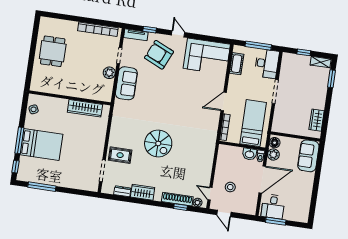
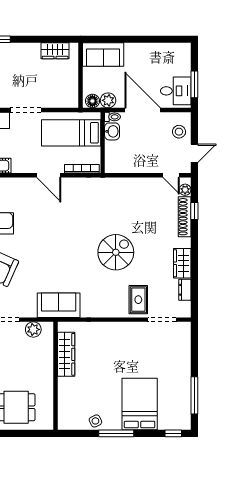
sofa: (126, 83) -> (59, 305), moved
wall: (70, 98) -> (55, 376), moved
wardrobe: (85, 108) -> (66, 354), moved
window: (19, 140) -> (116, 433), moved
stool: (230, 187) -> (179, 132), moved
door: (210, 194) -> (171, 175), hinge flipped

